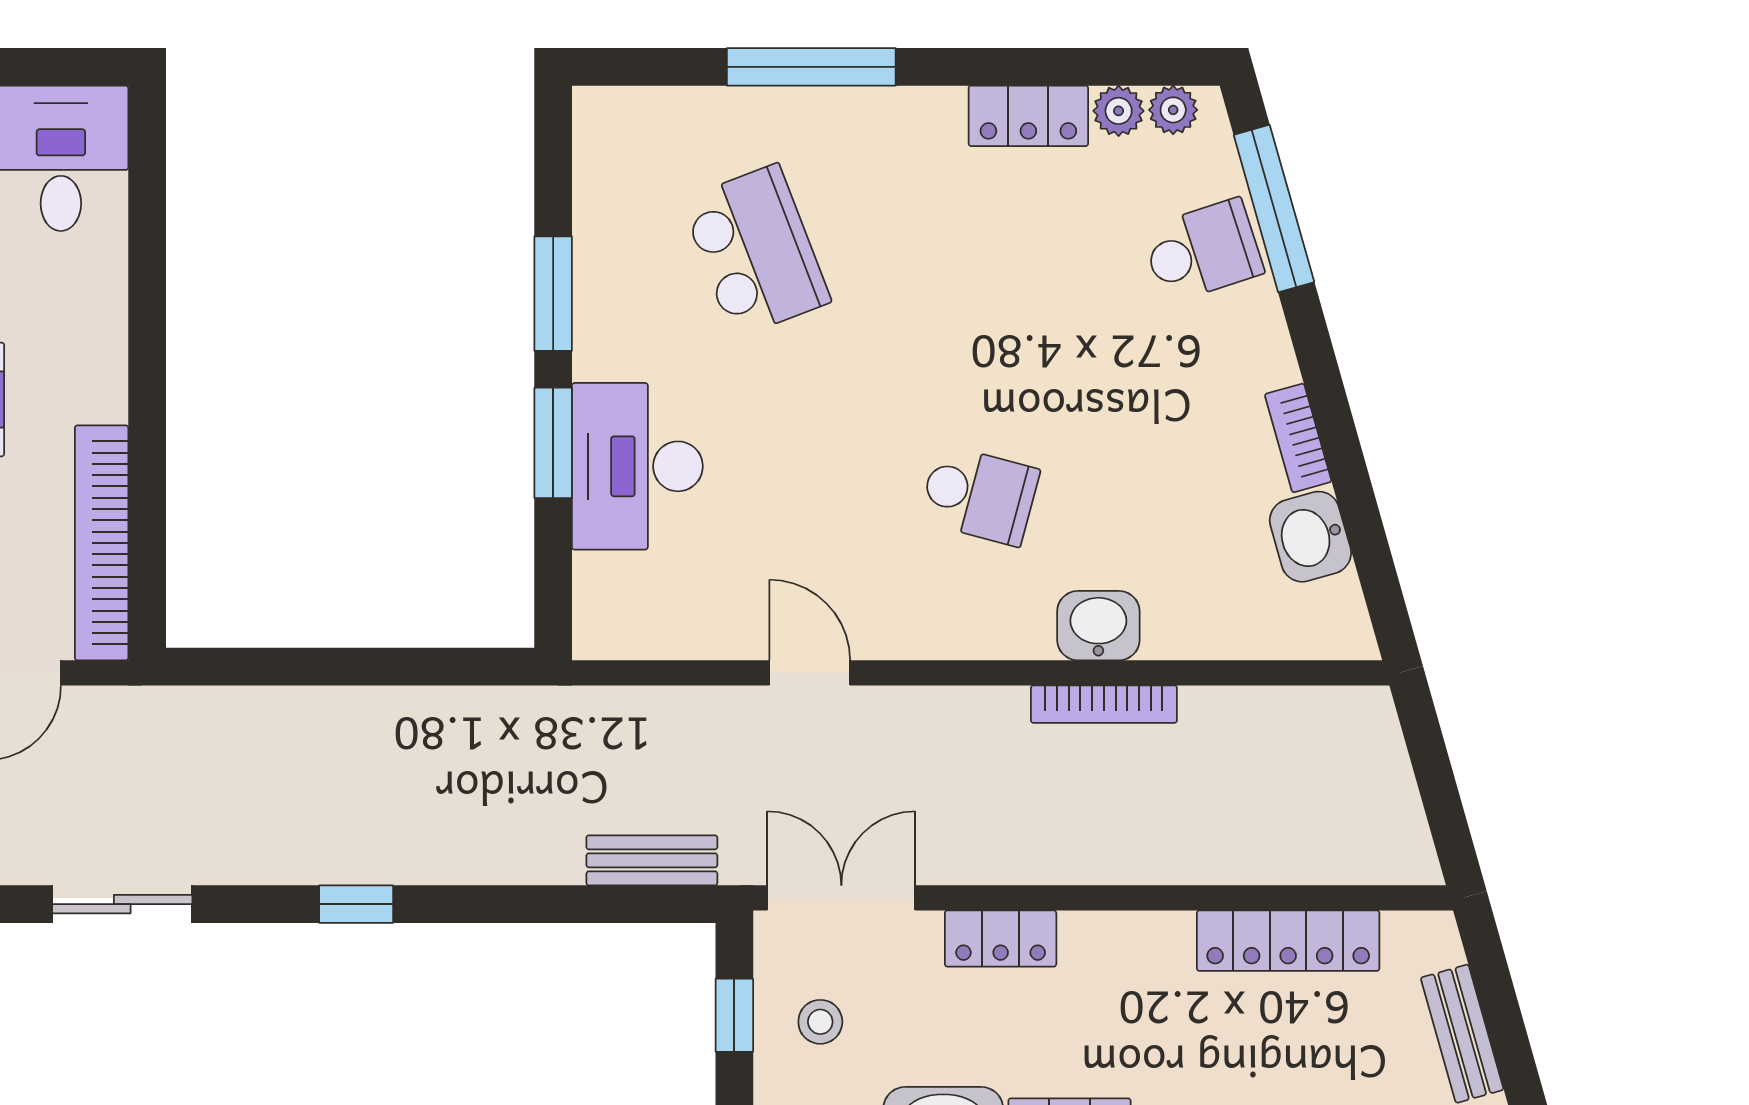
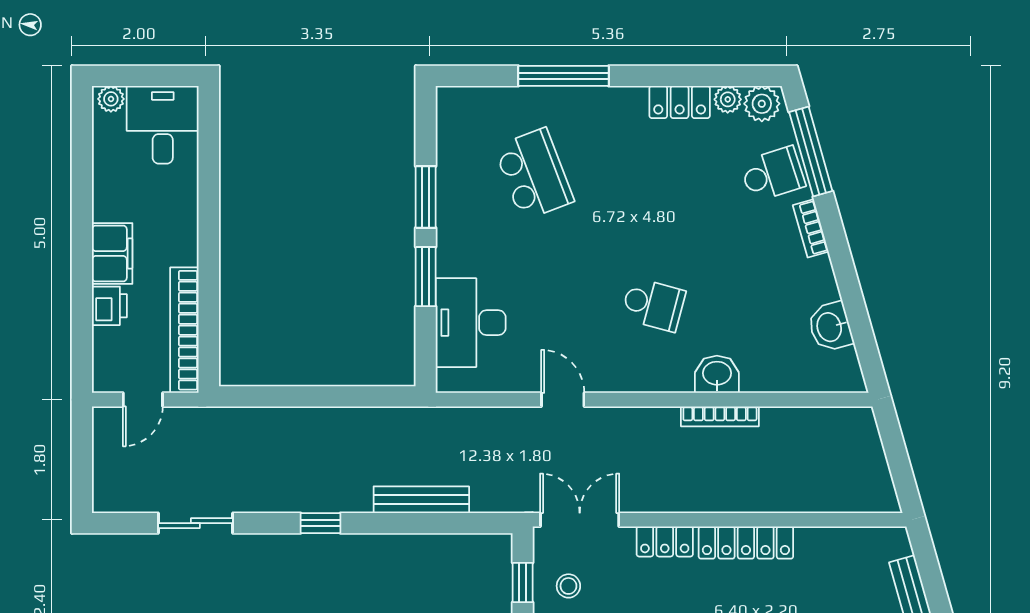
plant: (1173, 110) -> (762, 104), width x1.38, depth x1.38
bookcase: (1298, 438) -> (811, 228), moved
desk: (637, 466) -> (471, 323), moved
bench: (652, 860) -> (421, 500), moved, width x1.36
locker: (1288, 941) -> (746, 543), moved

